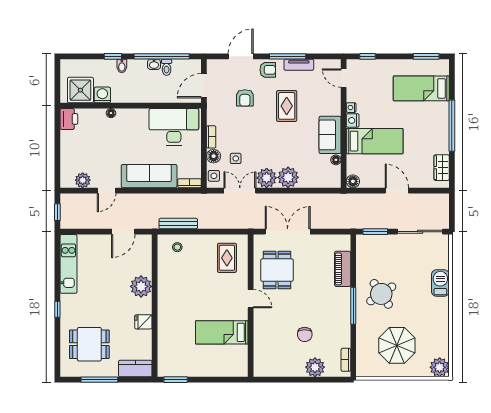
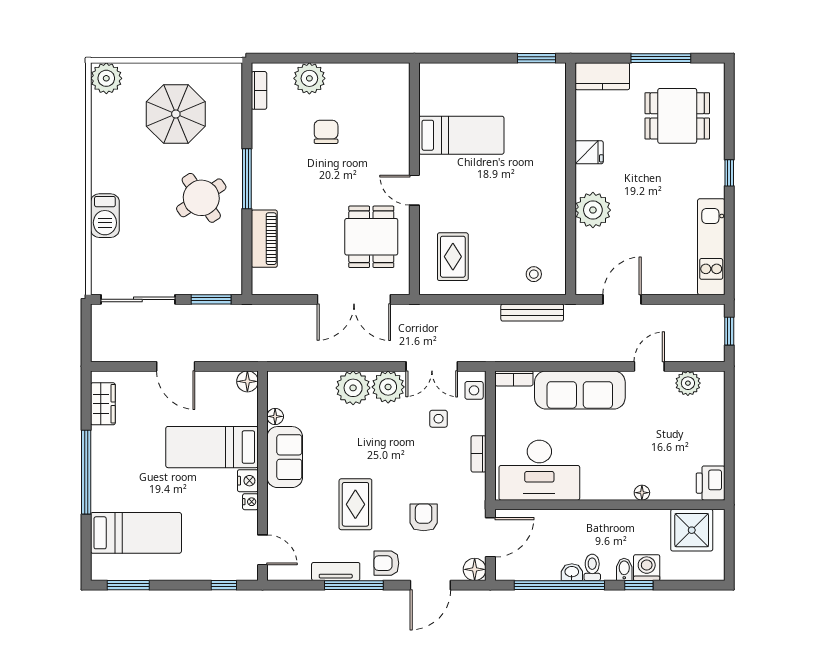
toilet: (167, 67) -> (592, 567), moved
washing machine: (102, 95) -> (647, 568), moved, turned 180
floor lamp: (214, 156) -> (475, 569), moved

